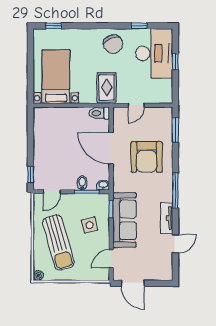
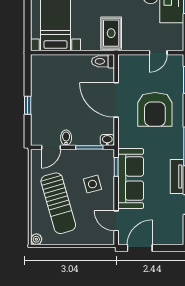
door: (136, 105) -> (158, 53), moved
window: (30, 175) -> (28, 105), moved
bidet: (82, 183) -> (66, 138), moved
door: (111, 259) -> (116, 221), hinge flipped
door: (133, 283) -> (140, 248), swing flipped

